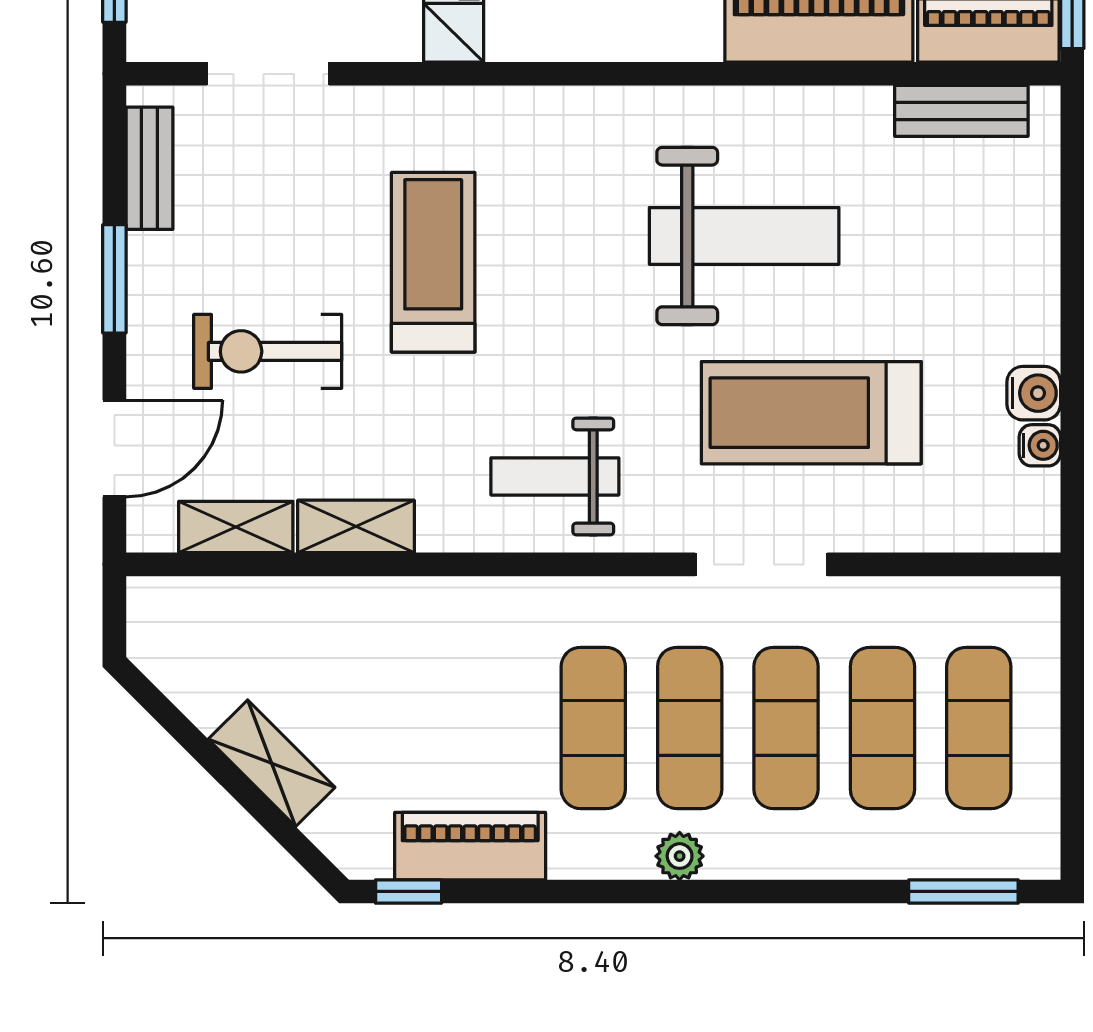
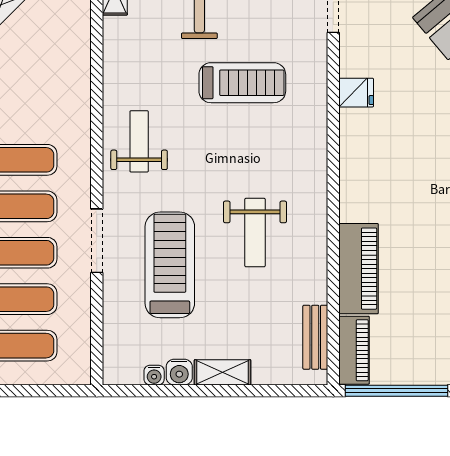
weight bench: (744, 236) -> (255, 233), width x0.73, depth x0.75
shelving: (356, 526) -> (223, 372), moved, turned 90

